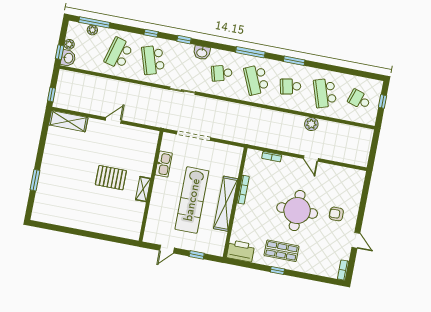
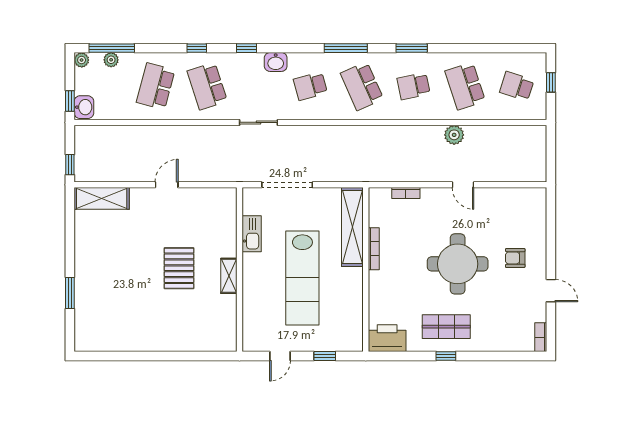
plant: (69, 44) -> (82, 60), moved
pallet: (111, 178) -> (179, 268), turned 90
shelving: (226, 204) -> (352, 227), moved

